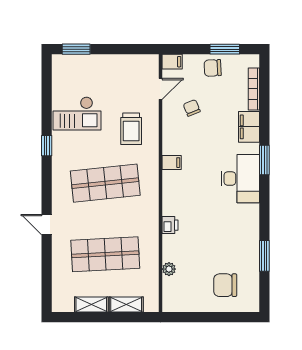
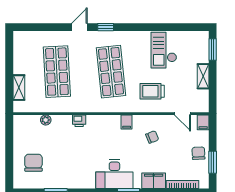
chair: (192, 108) -> (152, 137), moved
window: (47, 146) -> (106, 27), moved
shelving: (91, 305) -> (203, 76), moved

